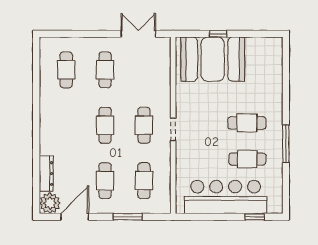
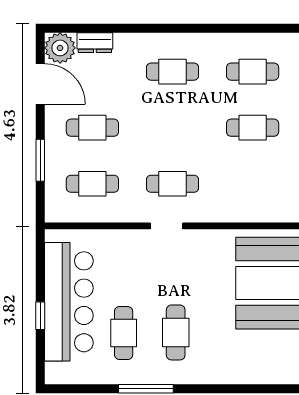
cafe table: (105, 125) -> (172, 72), moved
dresser: (46, 174) -> (95, 43), width x0.70
window: (255, 217) -> (40, 316), moved

